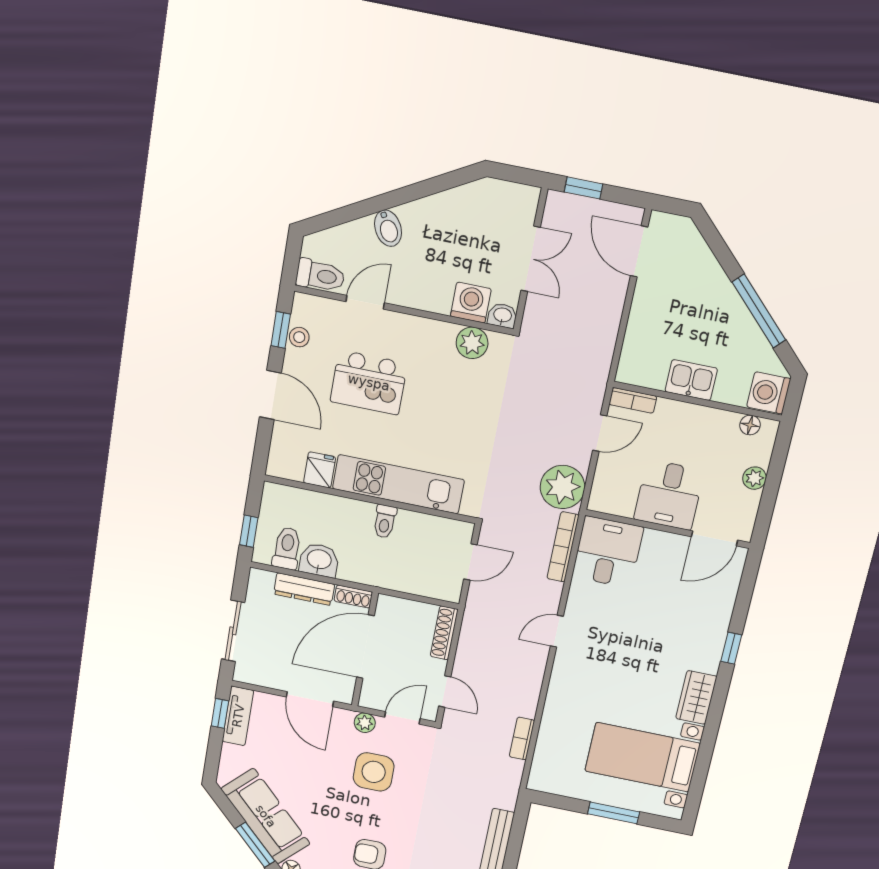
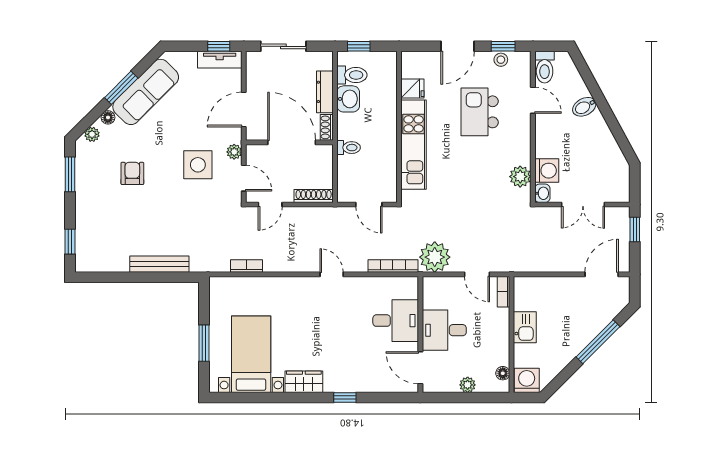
window: (759, 311) -> (598, 342), moved
toilet: (385, 521) -> (349, 148), moved, turned 180
desk: (608, 552) -> (396, 321), moved

